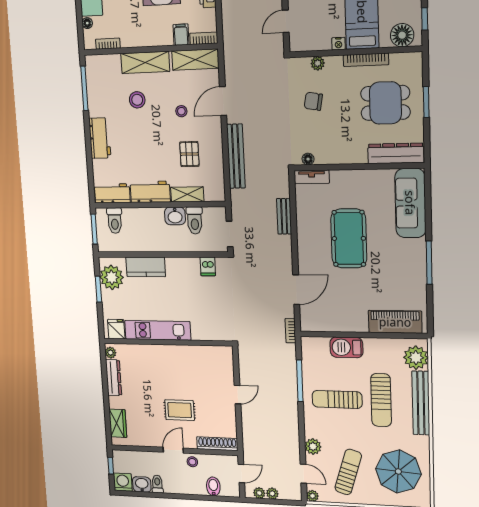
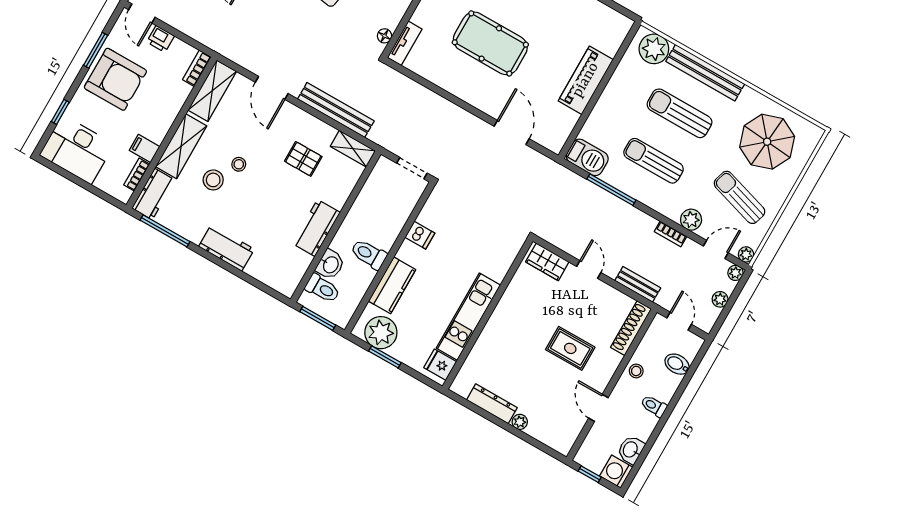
floor lamp: (87, 23) -> (102, 183), removed
filing cabinet: (181, 35) -> (144, 148), moved
stool: (181, 111) -> (239, 164), moved
workbench: (112, 193) -> (153, 194), moved, turned 180
shelving: (187, 194) -> (353, 149), moved, turned 90
washbasin: (175, 216) -> (330, 264), moved
bench: (284, 216) -> (638, 284), moved
toilet: (195, 220) -> (369, 254), moved, turned 180
dishwasher: (208, 266) -> (420, 235), moved
piano: (395, 322) -> (586, 80), moved
bookcase: (290, 331) -> (671, 234), moved
barbecue: (346, 347) -> (587, 157), moved, turned -90
plant: (111, 353) -> (520, 422), moved
sun lounger: (337, 399) -> (654, 161), turned 90
sun lounger: (381, 400) -> (680, 113), turned 180
rug: (180, 410) -> (570, 348), turned 90
wardrobe: (118, 423) -> (547, 262), moved, turned 180
door: (173, 450) -> (598, 408), moved
toilet: (157, 484) -> (654, 406), moved
plant: (259, 493) -> (735, 273), moved

